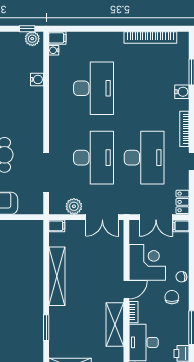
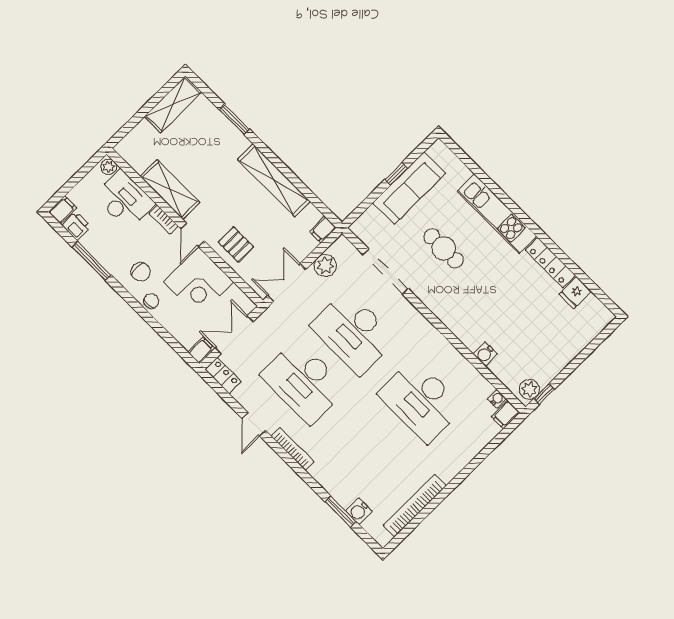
water cooler: (182, 92) -> (359, 511), moved
pallet: (109, 263) -> (236, 244), added

